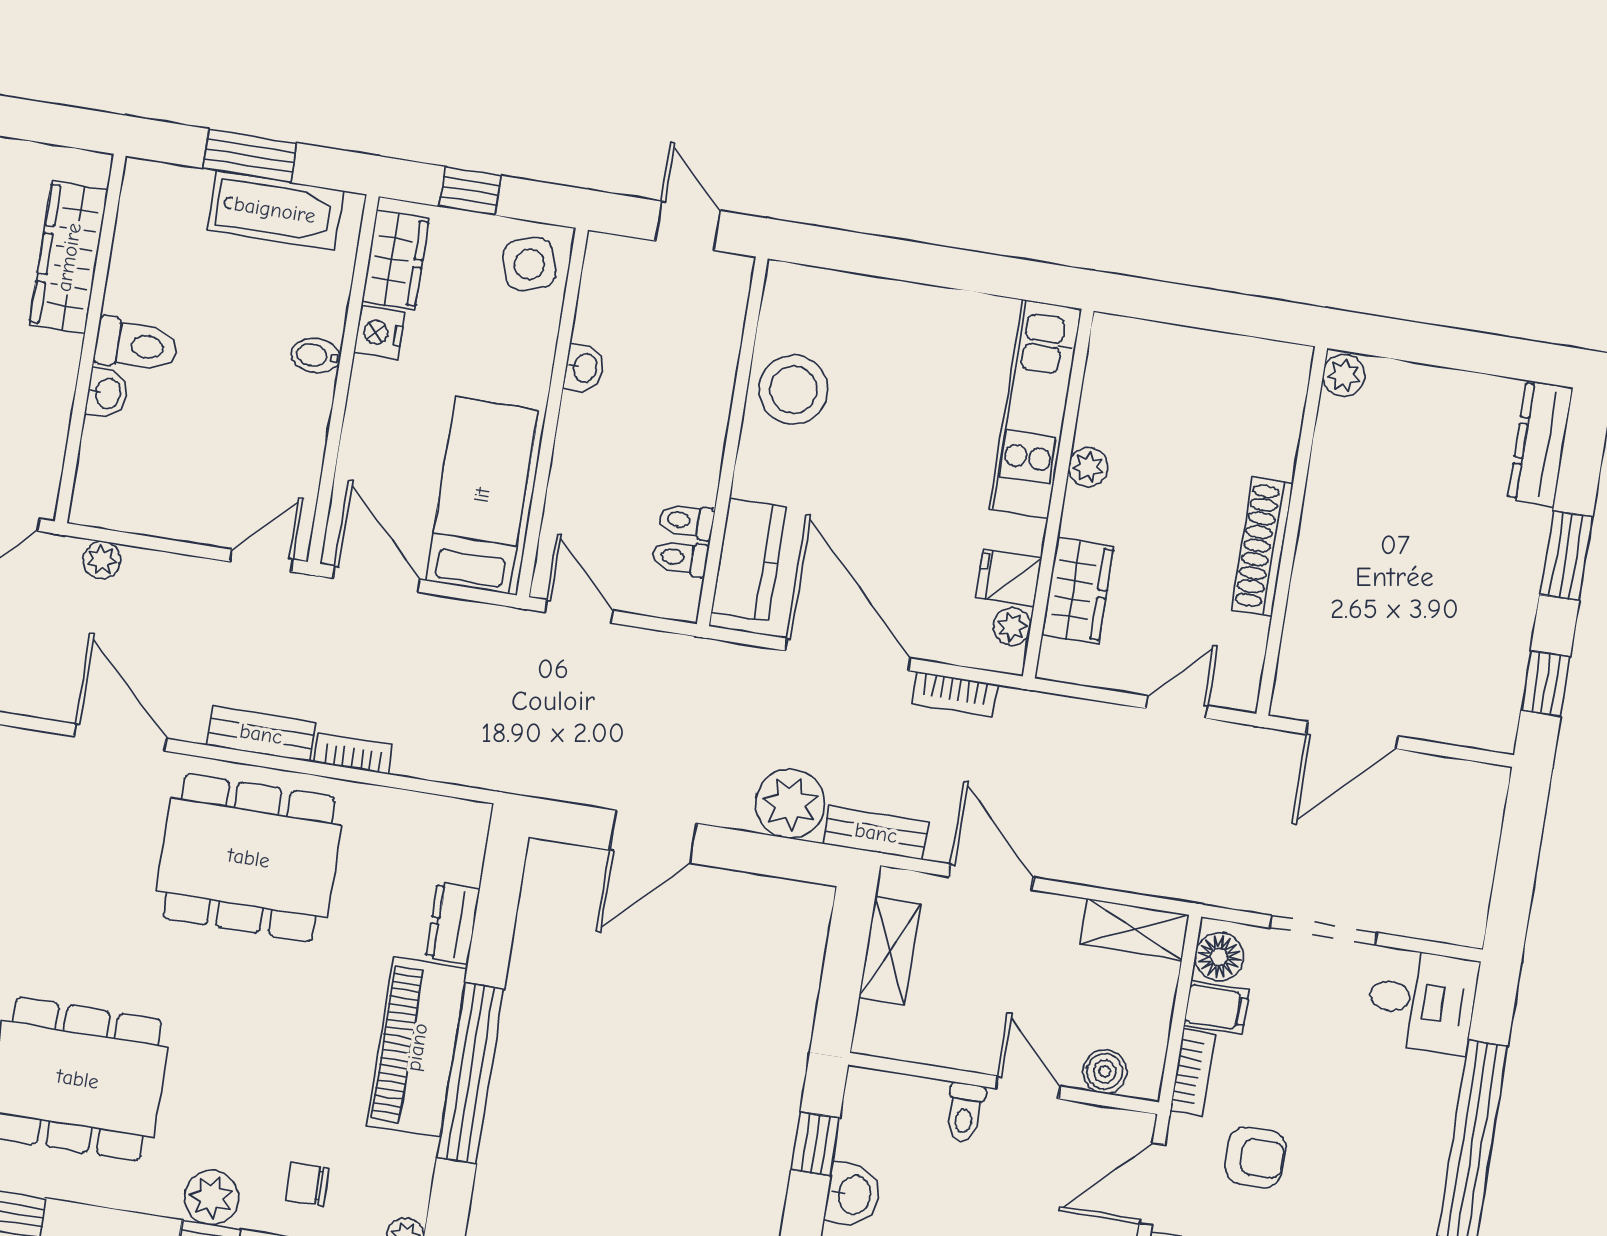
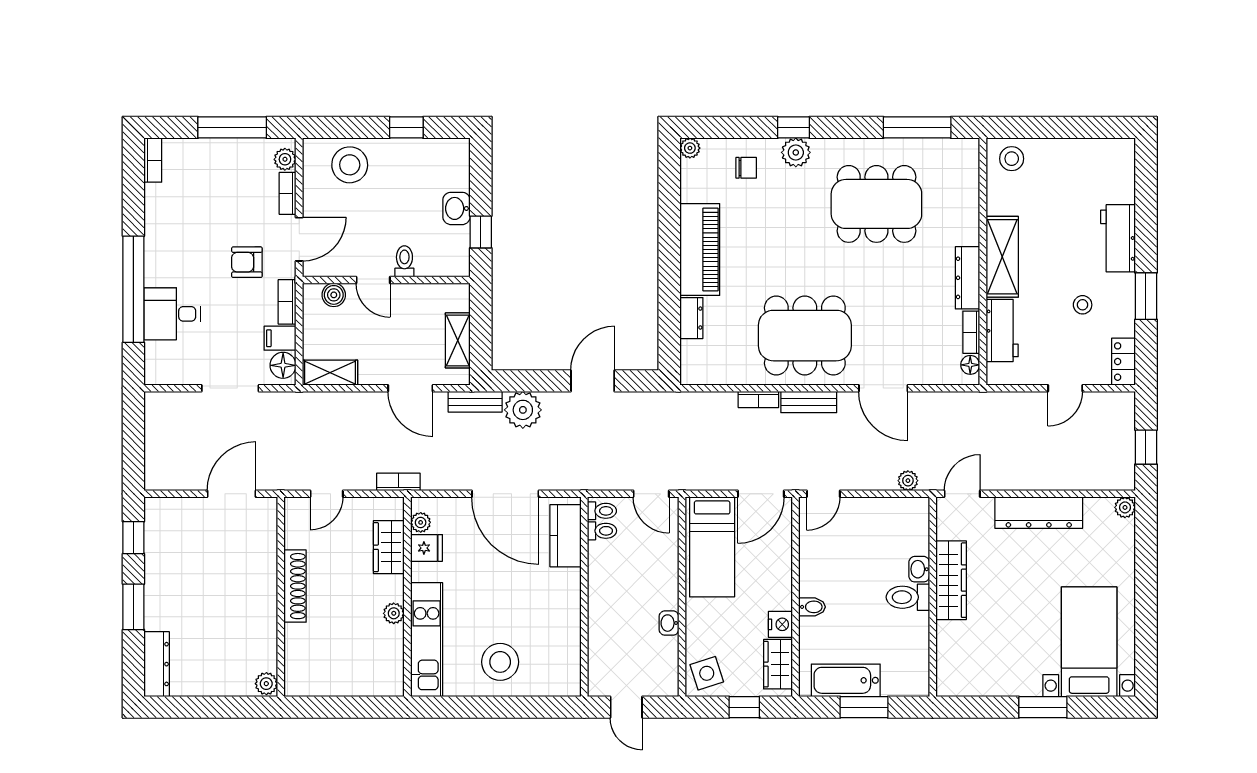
wardrobe: (69, 257) -> (951, 580), moved
stool: (794, 390) -> (500, 662), moved
toilet: (686, 521) -> (602, 511), moved
door: (377, 579) -> (761, 494), hinge flipped
bookcase: (955, 694) -> (398, 482), moved
desk: (1422, 1001) -> (172, 314), moved
window: (471, 1073) -> (669, 240), removed

